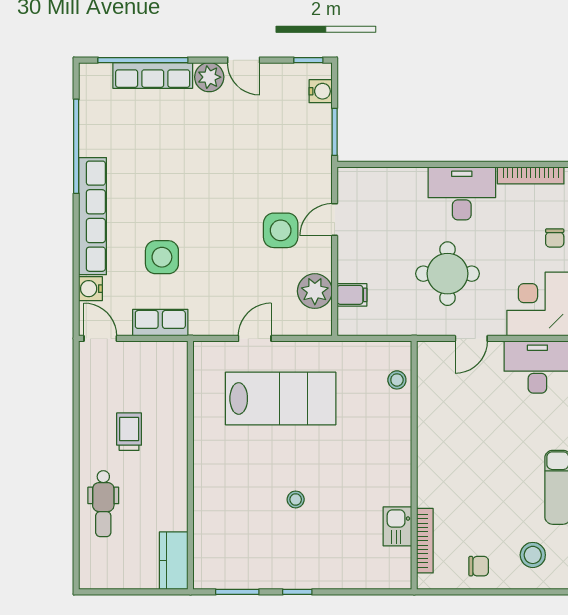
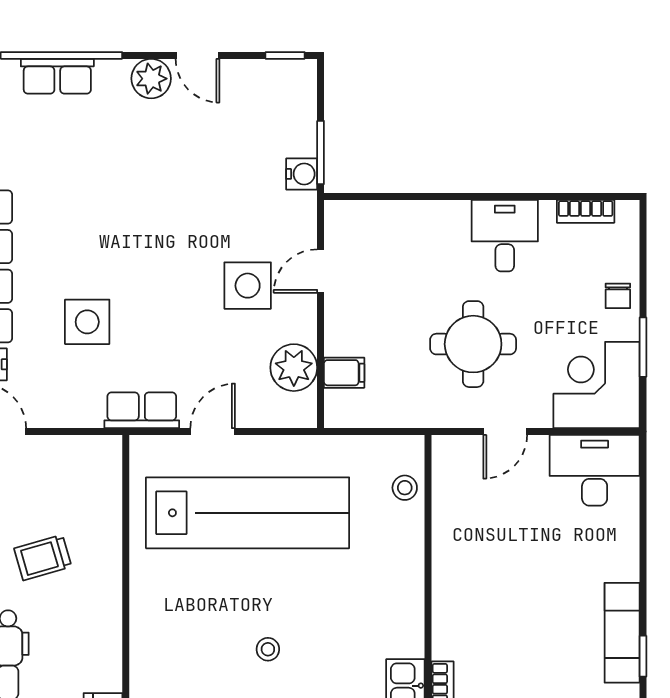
row of seats: (153, 75) -> (57, 76), width x0.68
water cooler: (321, 91) -> (302, 174), moved
bookcase: (531, 175) -> (586, 211), width x0.64
desk: (462, 193) -> (505, 236), width x0.73
row of seats: (160, 323) -> (142, 410), moved
lab bench: (281, 398) -> (248, 513), width x1.36
trolley: (129, 432) -> (43, 558), turned -106

